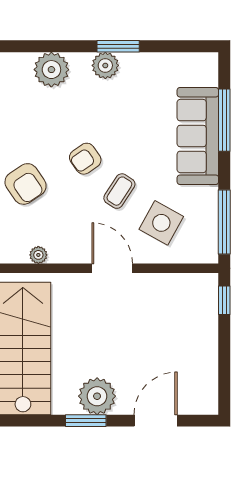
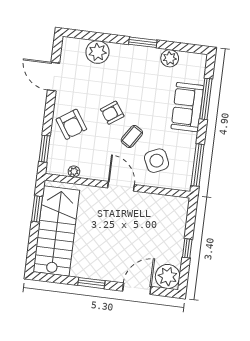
plant: (105, 65) -> (170, 58), moved
sofa: (198, 136) -> (187, 107), width x0.73
side table: (161, 223) -> (157, 161), turned 36
window: (224, 300) -> (187, 248), moved
plant: (97, 396) -> (168, 276), moved

